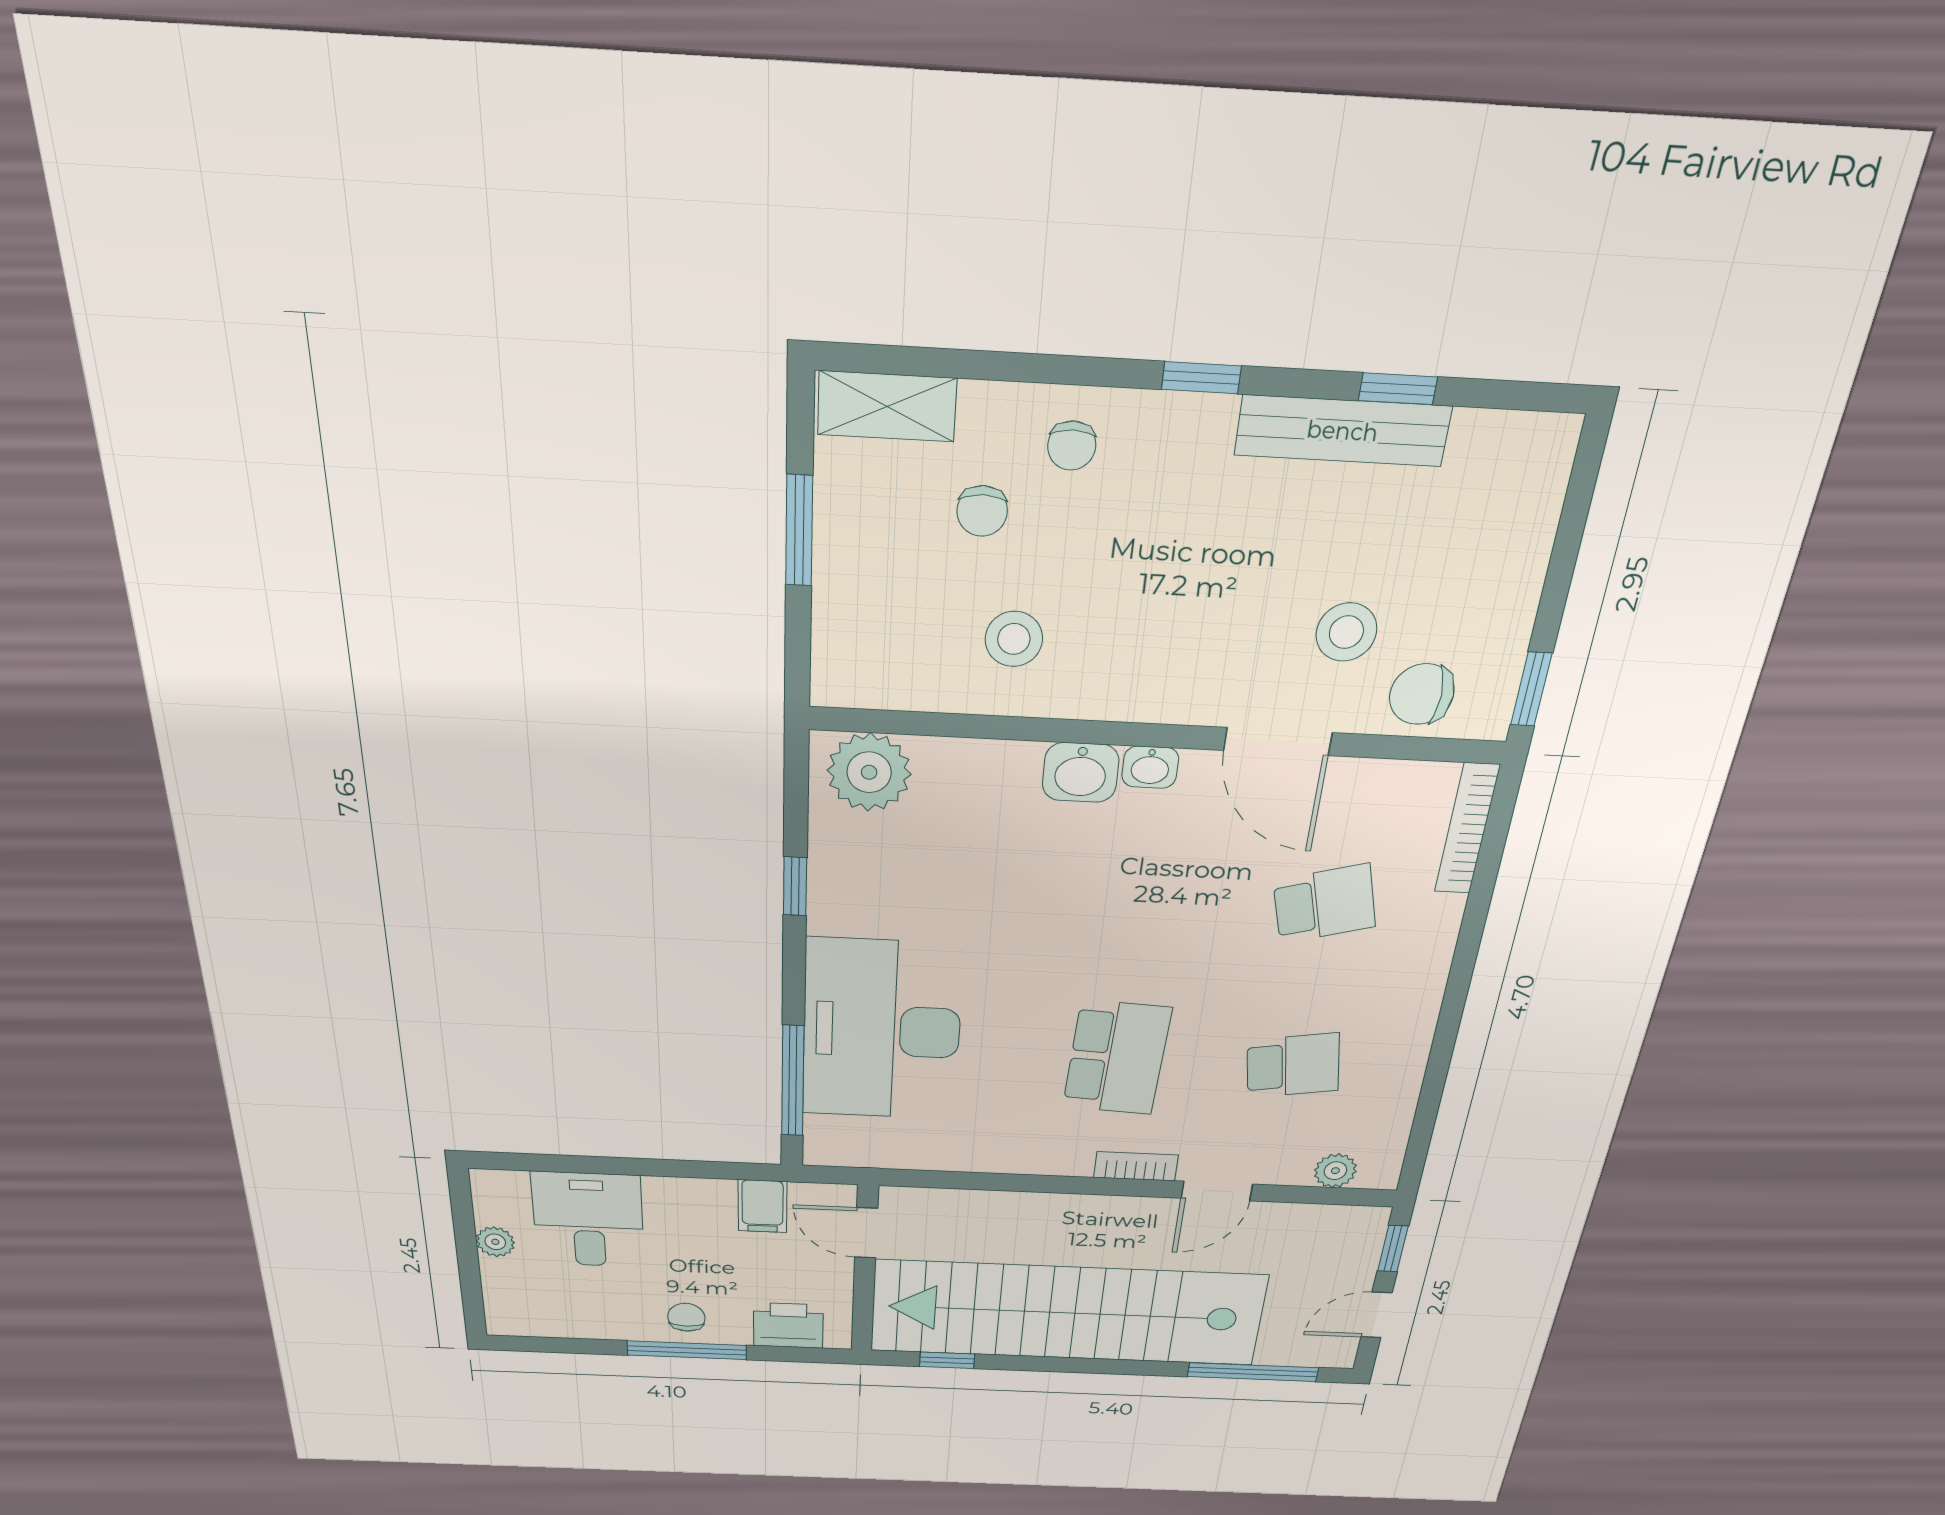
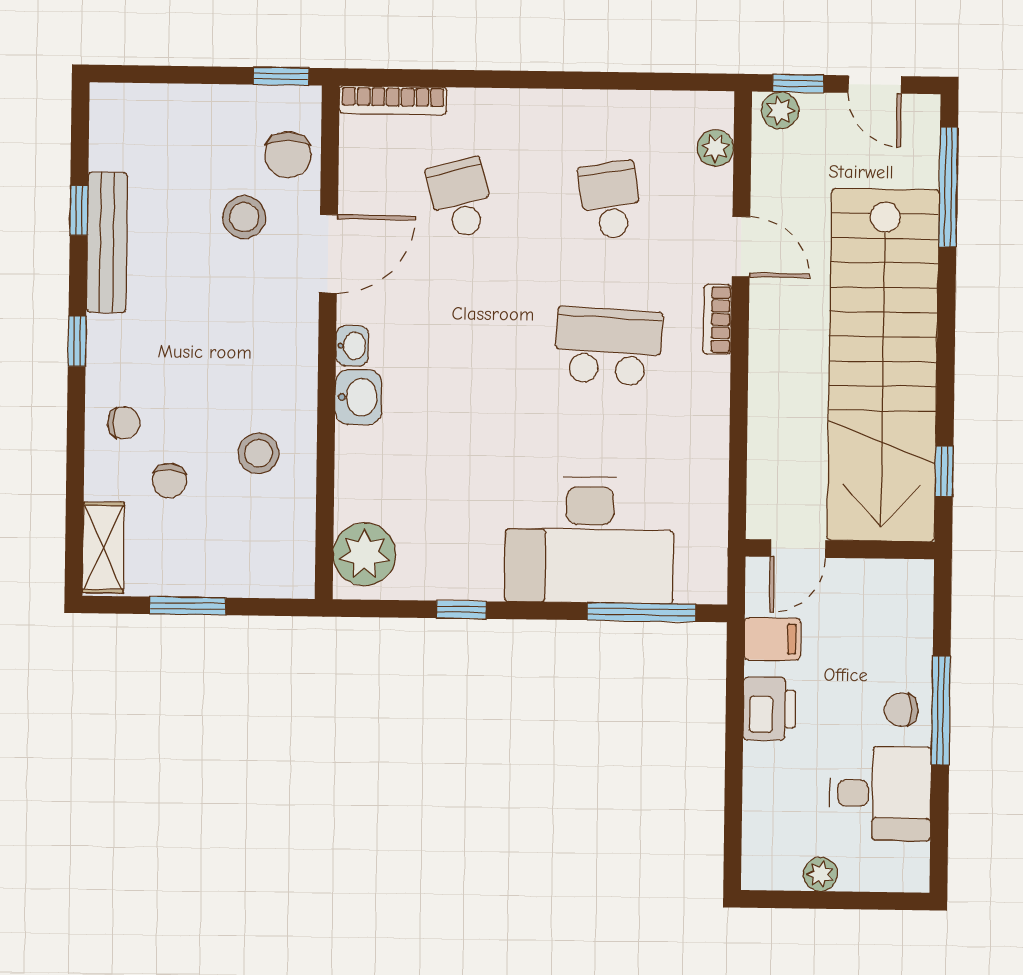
chair: (982, 511) -> (169, 481), turned 93
desk: (588, 1220) -> (880, 793), moved, turned 180
plant: (1366, 1232) -> (780, 110), added
printer: (788, 1325) -> (769, 709), moved, turned 180

